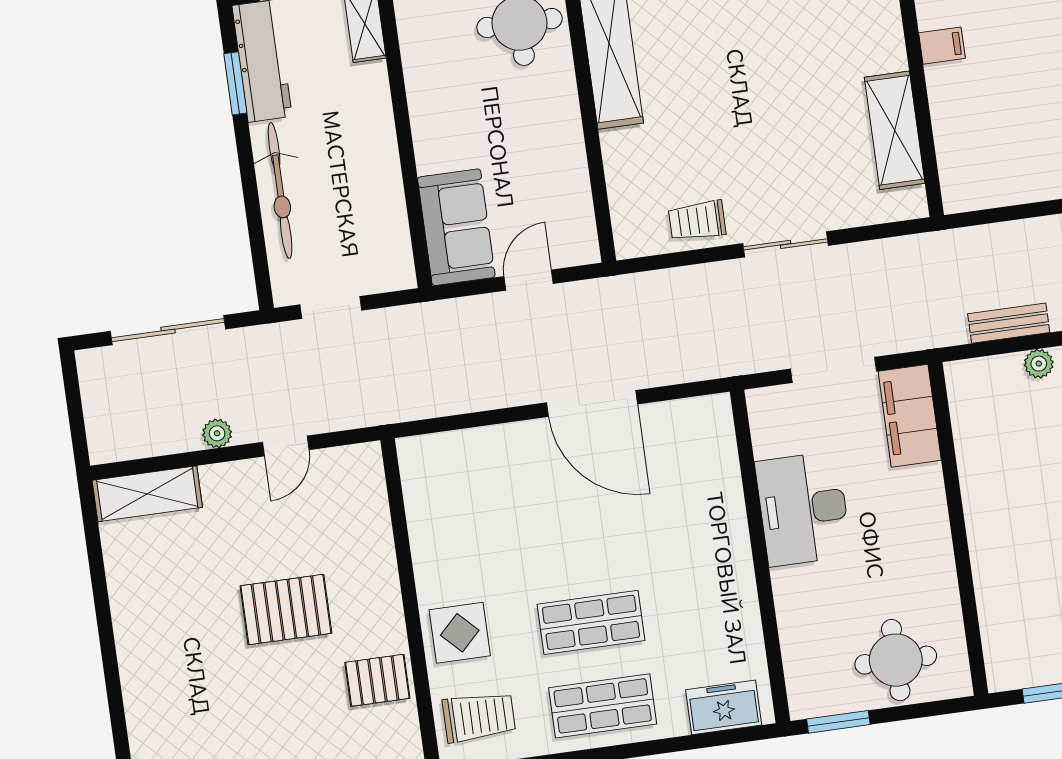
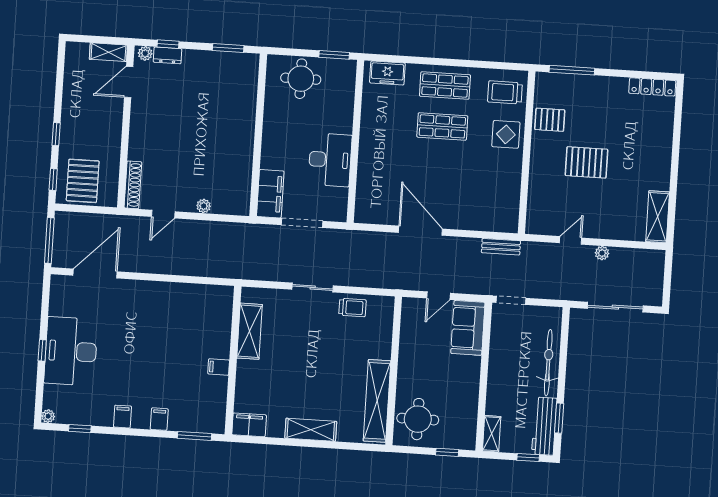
doorway: (331, 308) -> (511, 300), moved
bench: (1009, 323) -> (501, 247), moved
shelving: (147, 494) -> (658, 217), moved, turned 90

